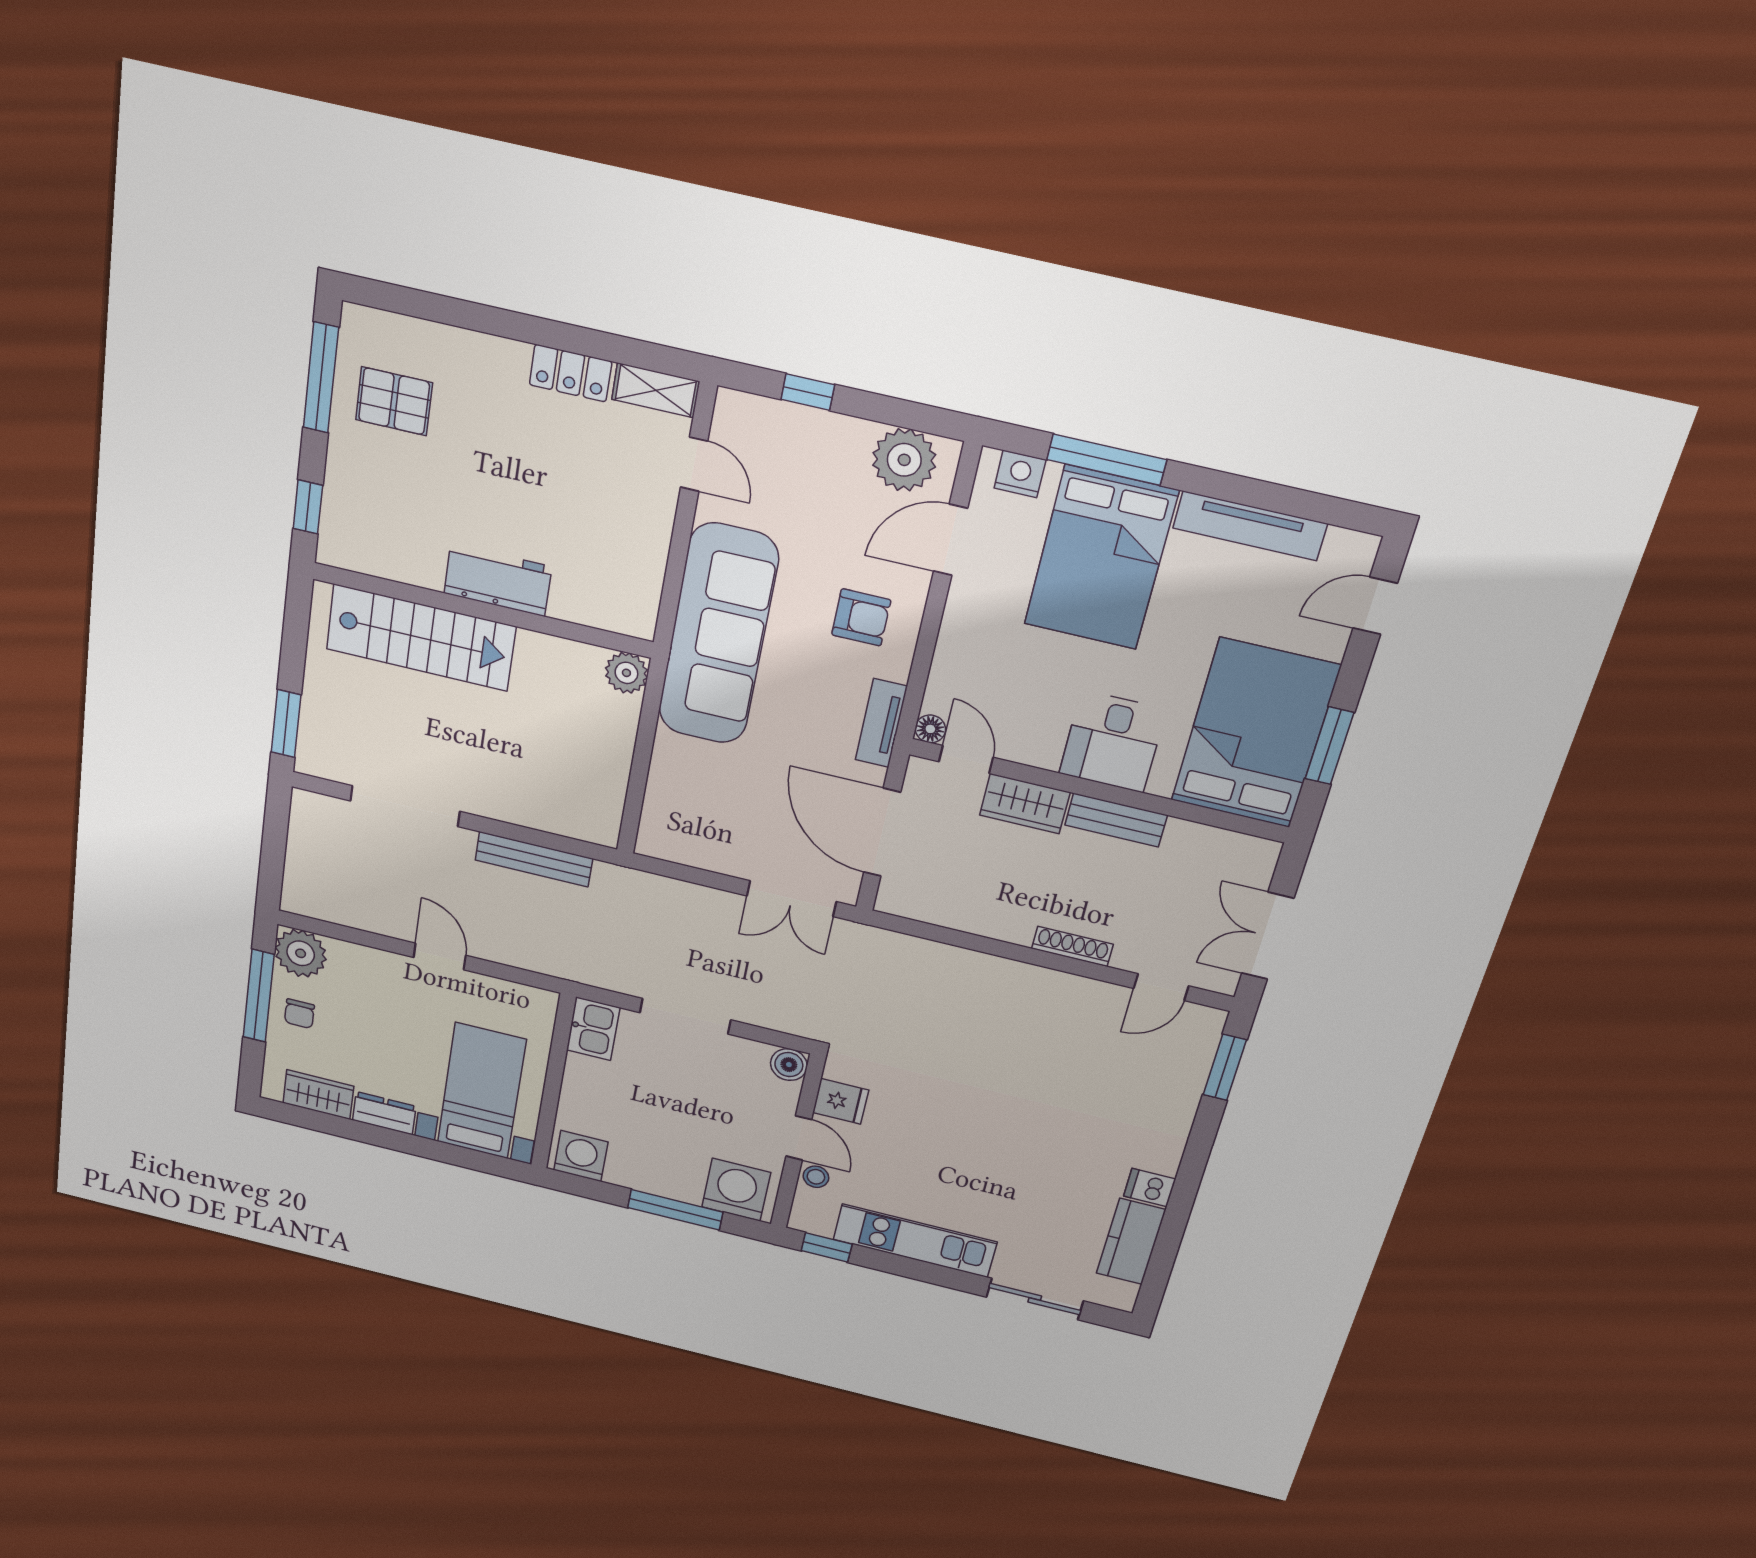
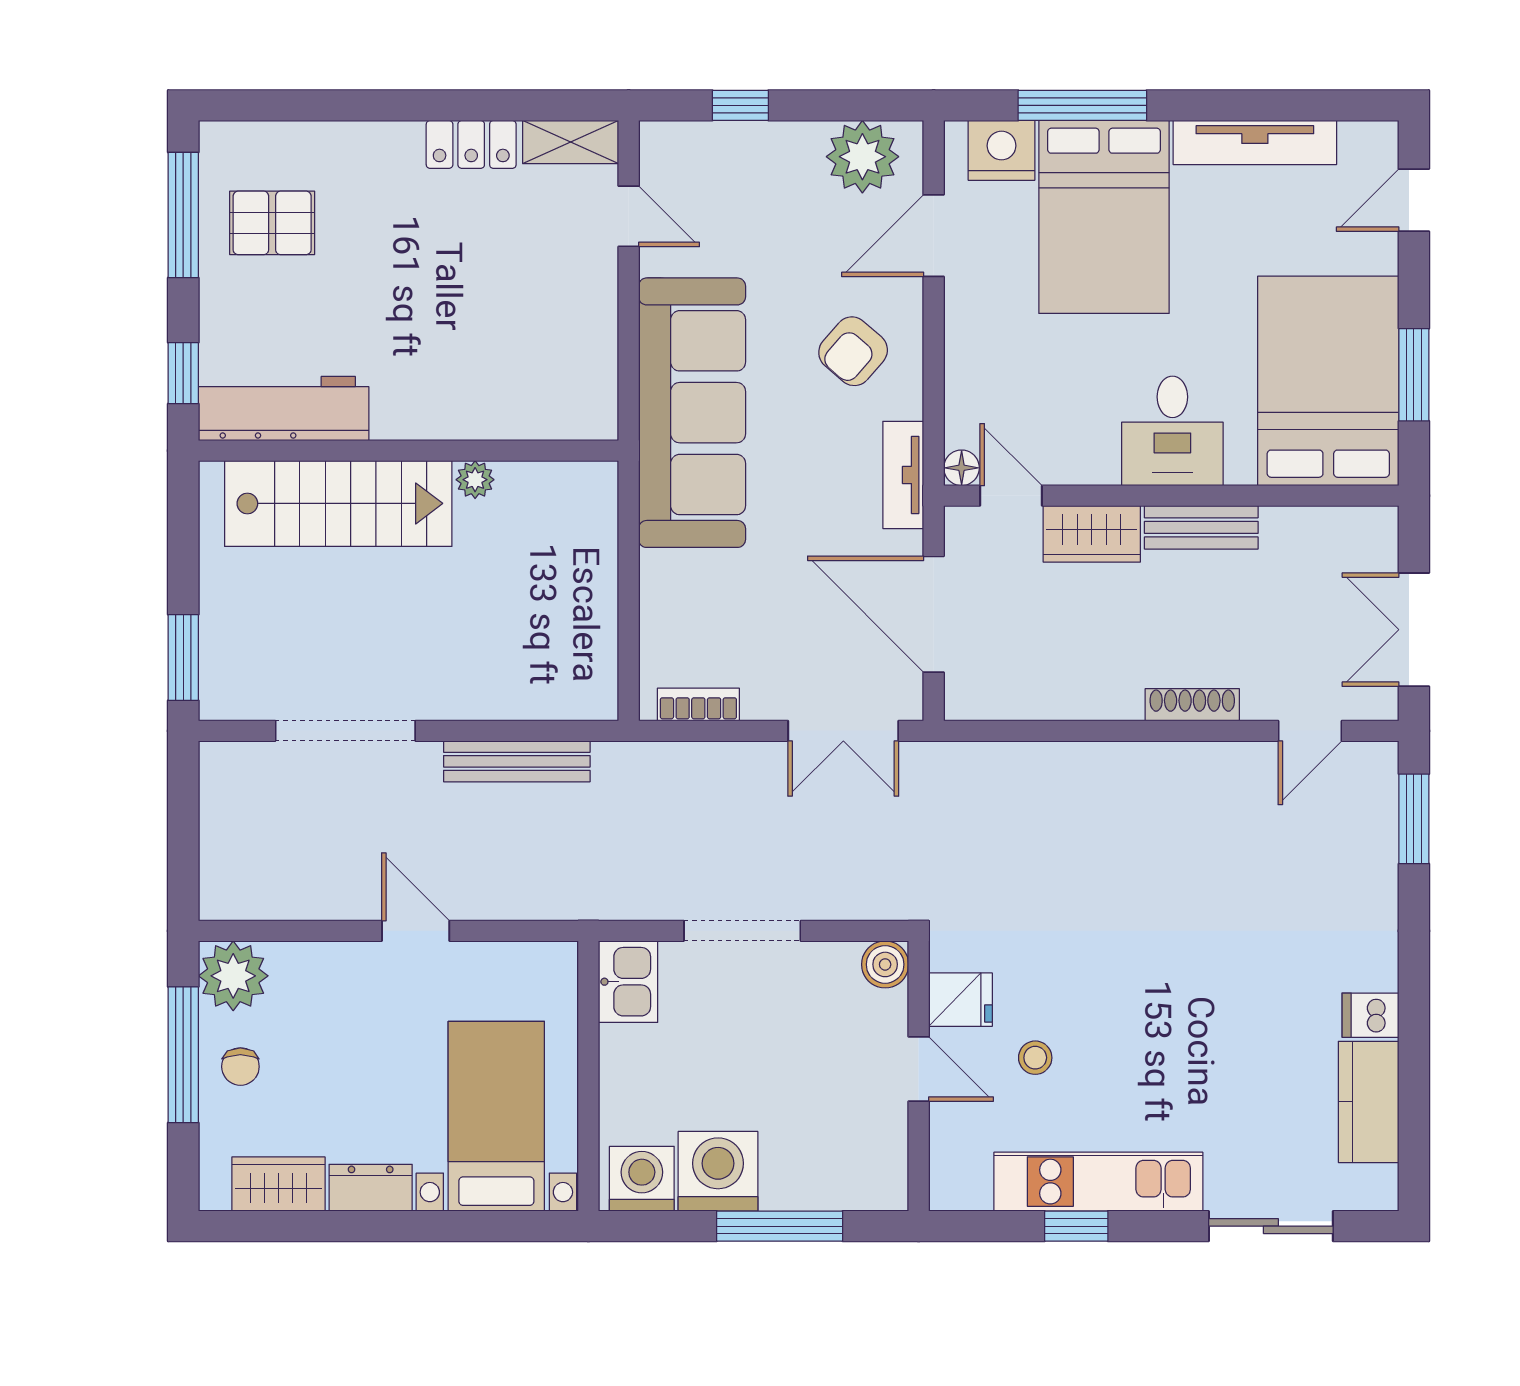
nightstand: (1020, 474) -> (1002, 150), width x1.36, depth x1.33
workbench: (498, 580) -> (284, 409), moved, width x1.37
armchair: (861, 617) -> (853, 351), turned 131
plant: (626, 673) -> (475, 480), moved, width x0.73, depth x0.73
bookcase: (682, 853) -> (698, 704), added
stool: (816, 1177) -> (1035, 1058), moved
washing machine: (736, 1190) -> (718, 1171), moved
window: (827, 1247) -> (1076, 1226), moved

